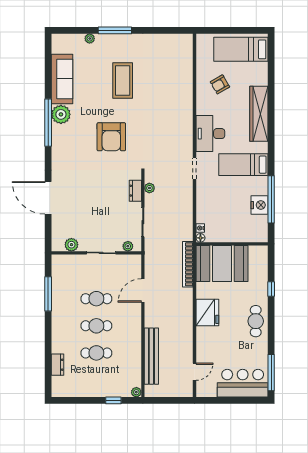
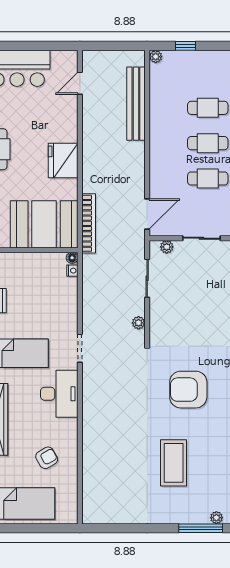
window: (115, 30) -> (201, 528), moved
armchair: (111, 137) -> (188, 390), turned -90
dresser: (135, 191) -> (157, 319), removed
door: (143, 290) -> (147, 214), moved

